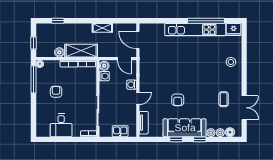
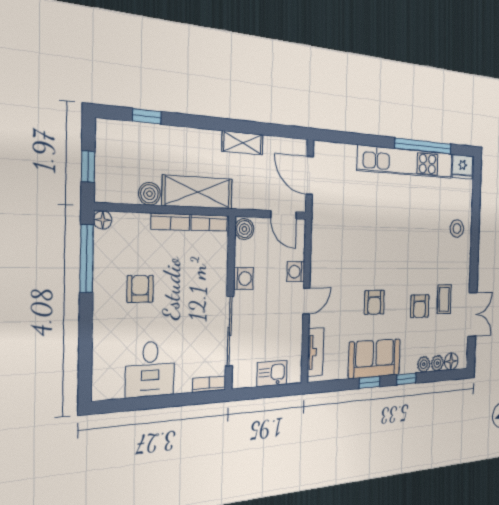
washing machine: (104, 76) -> (243, 279), moved
armchair: (207, 102) -> (420, 306), added
sofa: (185, 128) -> (375, 359), width x0.73

